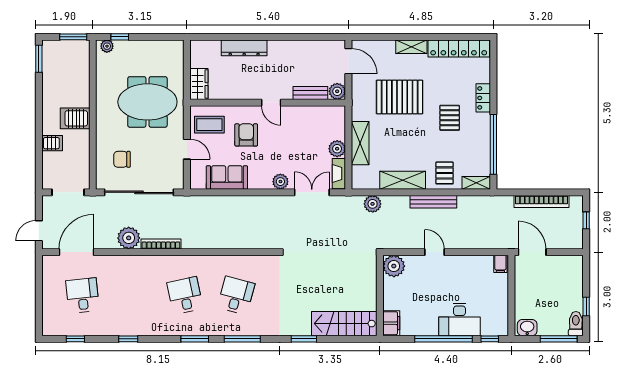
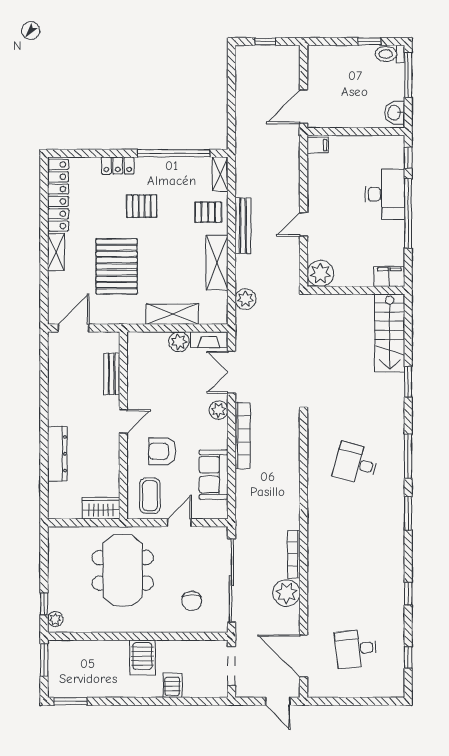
plant: (337, 91) -> (110, 342), removed
bookcase: (541, 201) -> (243, 435), moved
desk: (185, 295) -> (356, 525), removed

